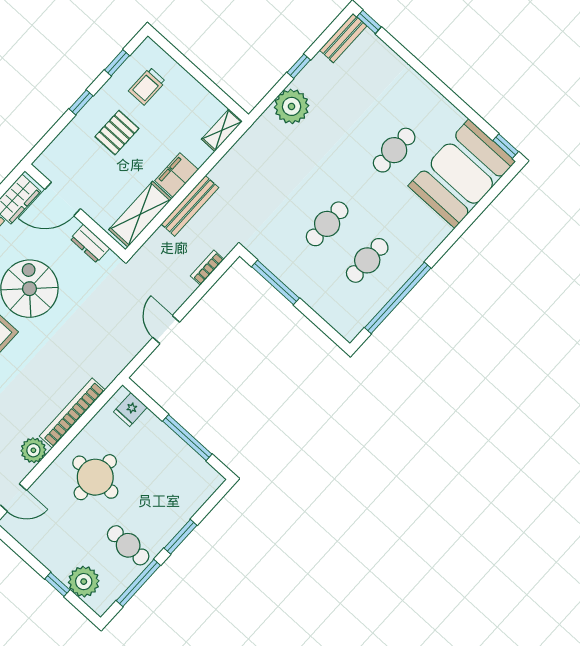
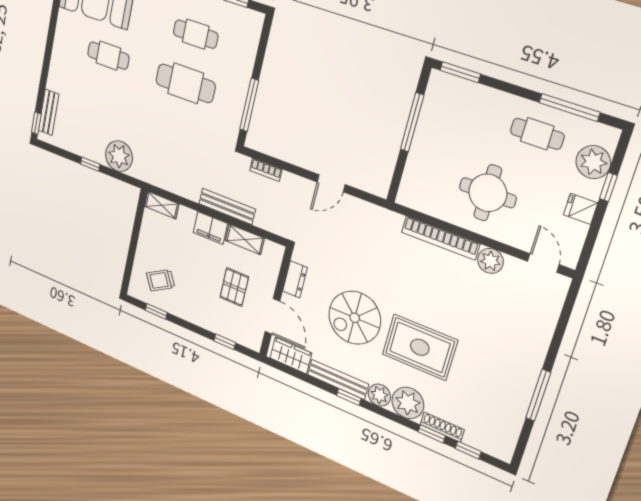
bench: (343, 38) -> (49, 112), moved, turned 90
trolley: (147, 86) -> (161, 280), turned 151
window: (81, 102) -> (225, 342), moved
pallet: (117, 133) -> (234, 287), moved, turned 90
shelving: (140, 214) -> (245, 239), width x0.67, depth x0.75
cafe table: (327, 224) -> (185, 83), width x1.37, depth x1.35
fridge: (130, 410) -> (581, 209), moved, turned 180
window: (180, 537) -> (460, 72), moved
cafe table: (128, 545) -> (537, 134), turned 90

